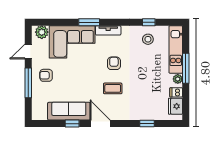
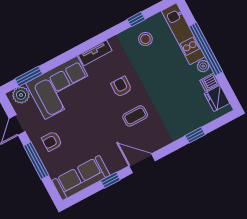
window: (89, 22) -> (29, 76), moved
window: (186, 68) -> (206, 49), width x1.46
sofa: (69, 111) -> (81, 178), moved

